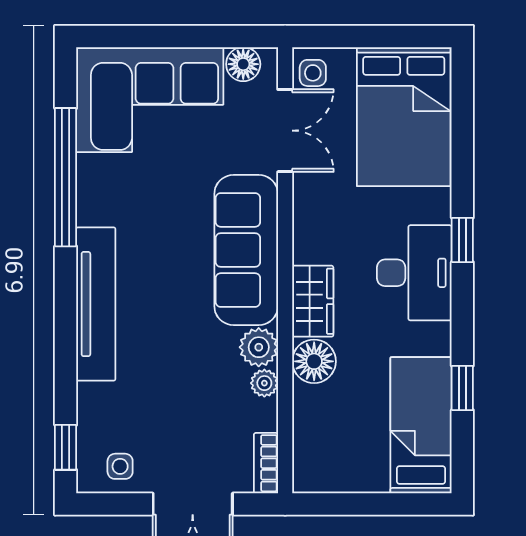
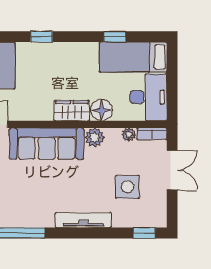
desk: (414, 273) -> (148, 97), moved, turned 90
tv unit: (96, 304) -> (83, 220), width x0.73, depth x0.78
plant: (264, 383) -> (129, 135), moved
side table: (120, 466) -> (127, 187), moved, width x1.87, depth x1.87

